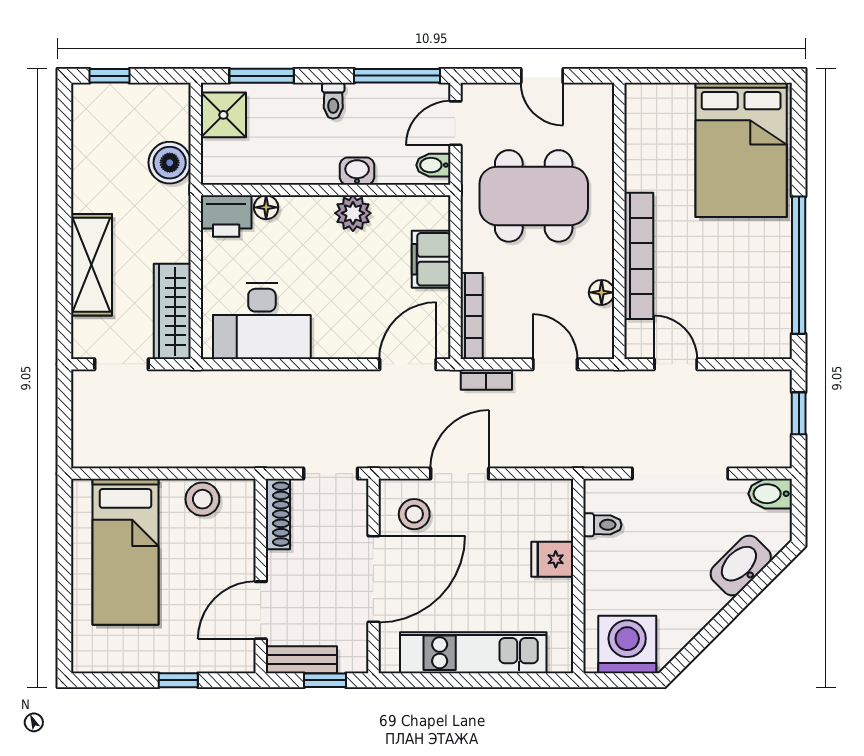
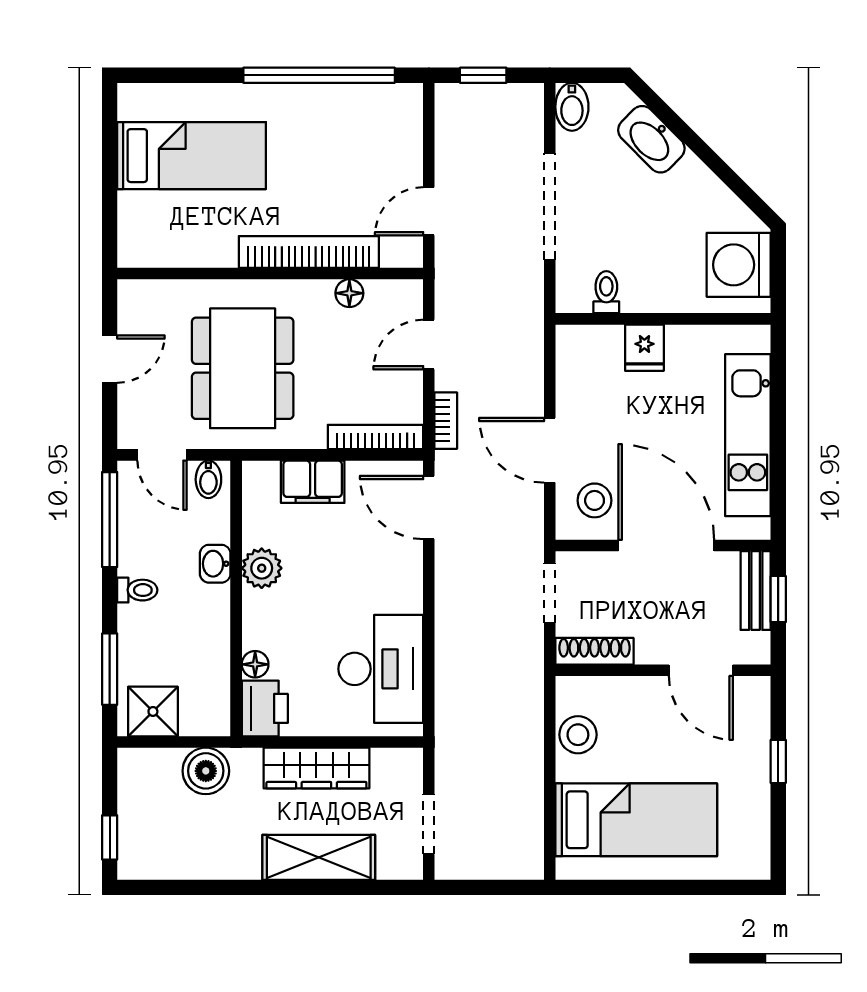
bed: (741, 150) -> (192, 156), width x0.67
wardrobe: (172, 311) -> (316, 768), moved
bench: (301, 660) -> (756, 591), moved

